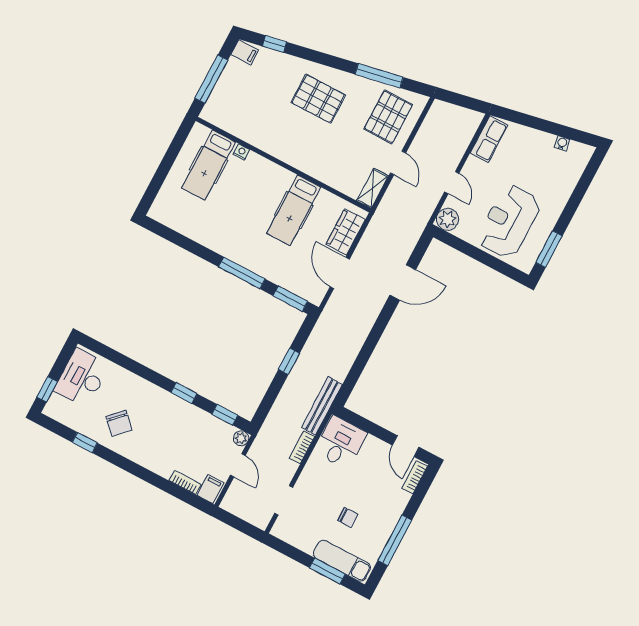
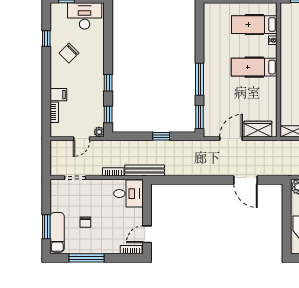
hospital bed: (294, 210) -> (254, 67), moved
filing cabinet: (210, 489) -> (58, 95), moved

